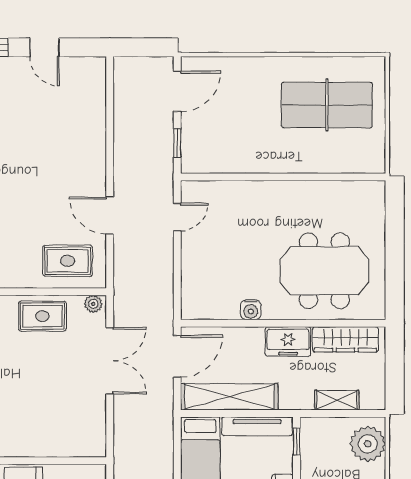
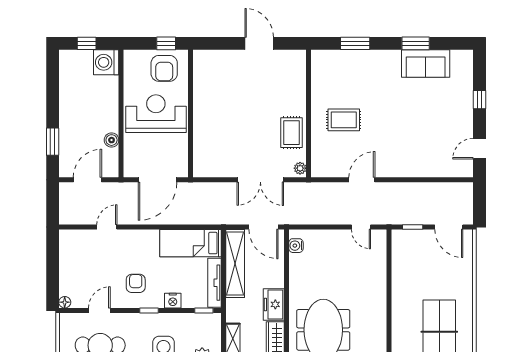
door: (44, 47) -> (480, 149), moved
rug: (68, 261) -> (344, 120), moved, turned 90
water cooler: (251, 310) -> (296, 246), moved

